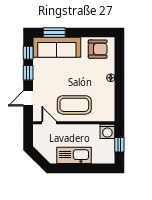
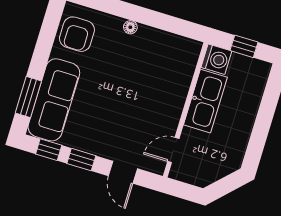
armchair: (98, 49) -> (77, 34), turned 180
coffee table: (74, 105) -> (157, 100), removed
kitchen sink: (74, 155) -> (205, 101), moved, turned 180

